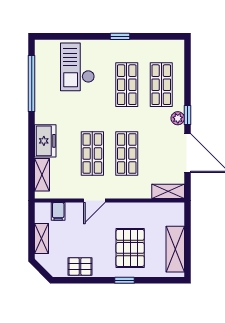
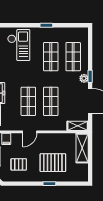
checkout: (77, 67) -> (19, 45), turned 180
pallet: (130, 248) -> (53, 163), turned 90
shelving: (175, 249) -> (82, 148), moved
pallet: (80, 266) -> (19, 164), moved

